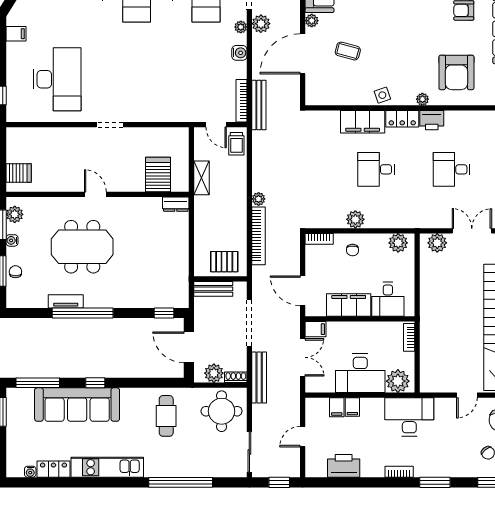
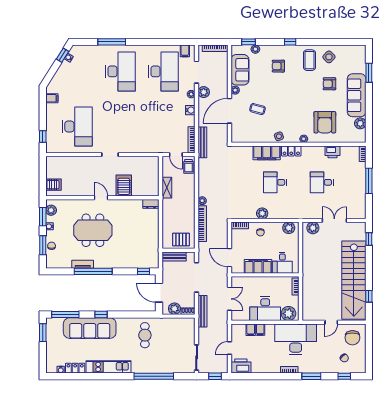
printer: (432, 120) -> (333, 152), moved
server rack: (158, 174) -> (124, 185), moved
filing cabinet: (316, 329) -> (237, 281), removed
round table: (222, 411) -> (179, 332), removed
desk: (409, 417) -> (296, 339), width x1.36, depth x1.30
printer: (344, 466) -> (241, 366), moved

